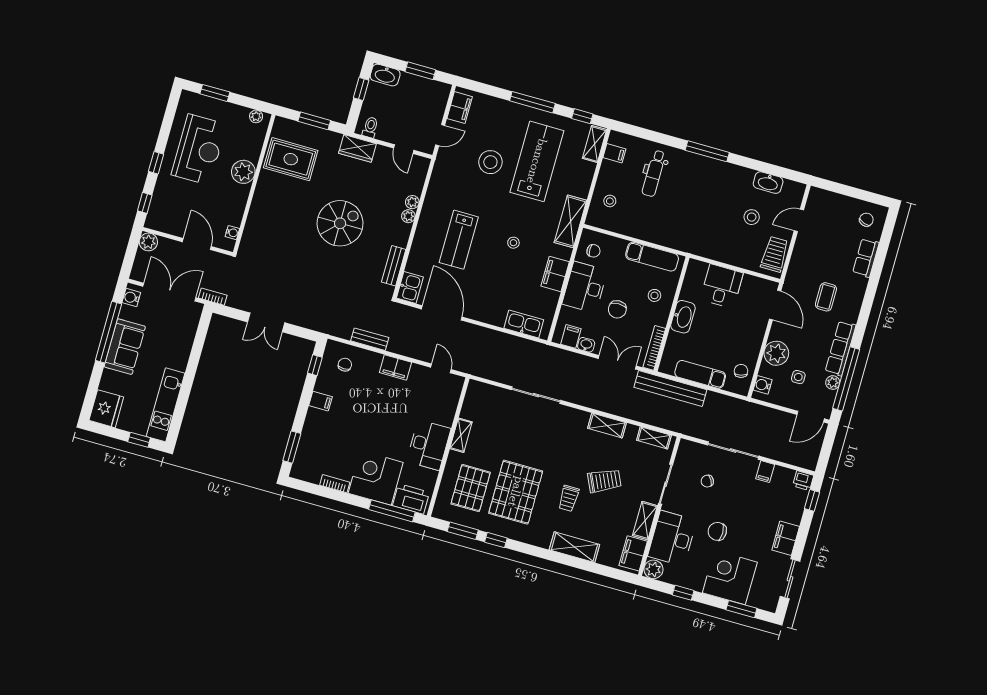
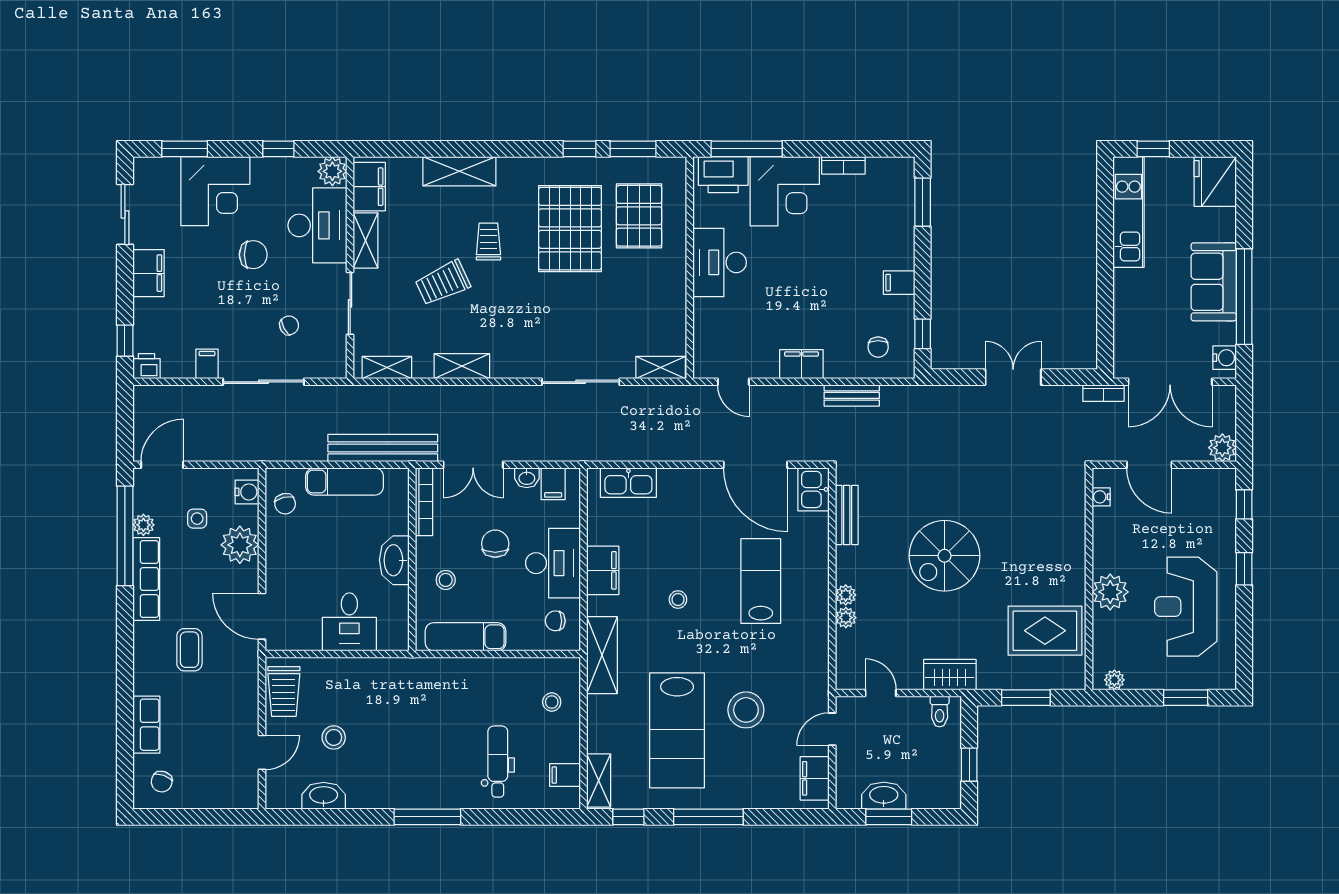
washbasin: (385, 75) -> (884, 796), moved
shelving: (461, 435) -> (661, 368), moved, turned 90

